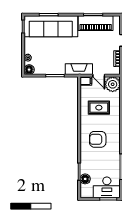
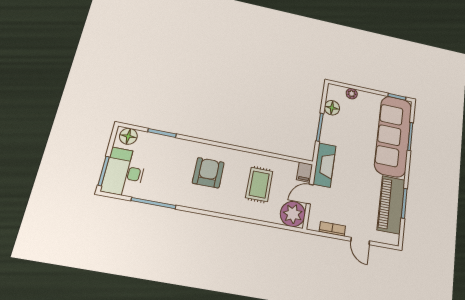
floor lamp: (29, 70) -> (332, 108), moved
floor lamp: (85, 179) -> (128, 136), moved

